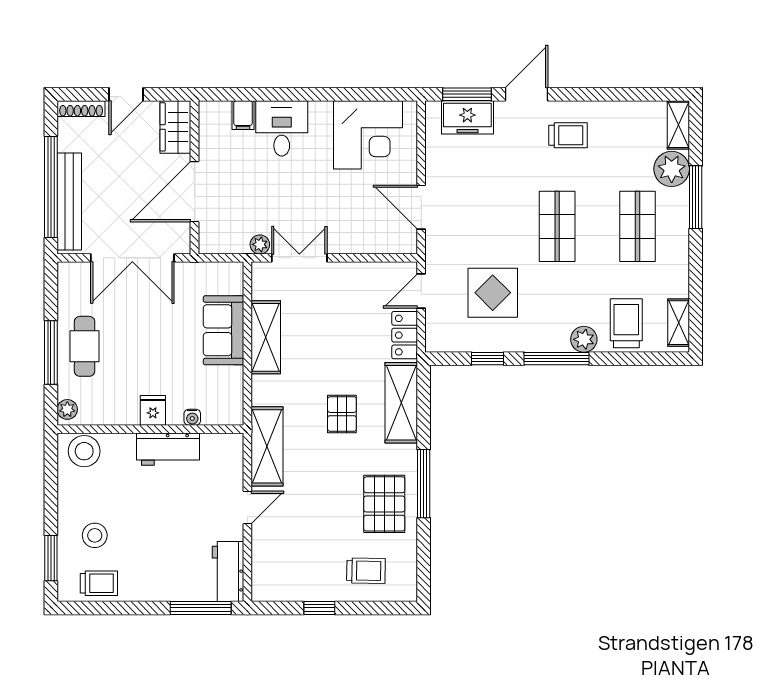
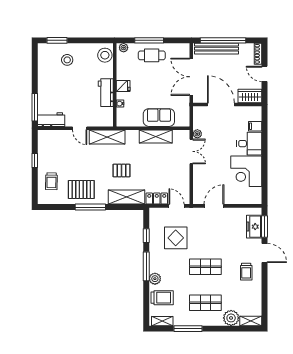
corner desk: (368, 135) -> (246, 171), moved
window: (696, 197) -> (188, 329), moved
trolley: (99, 583) -> (46, 62), removed

